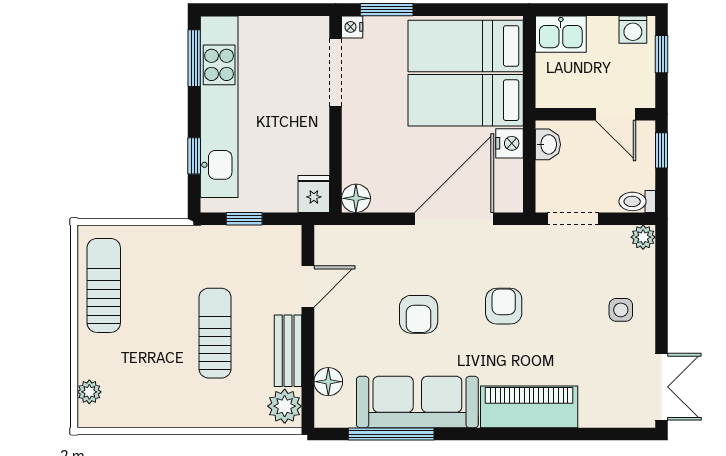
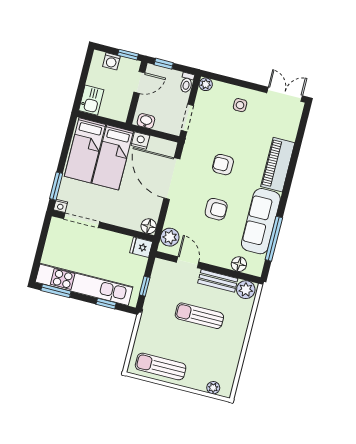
washing machine: (633, 30) -> (111, 61), moved, turned 90
window: (662, 54) -> (128, 55), moved
plant: (346, 242) -> (170, 237), added

